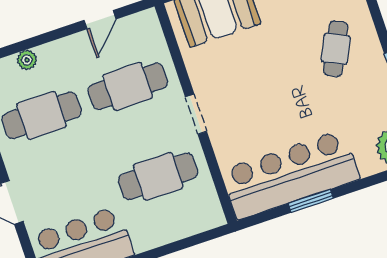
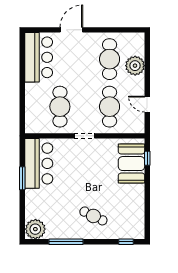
plant: (27, 60) -> (135, 66), width x1.88, depth x1.88
bar counter: (290, 175) -> (39, 163), width x0.73

